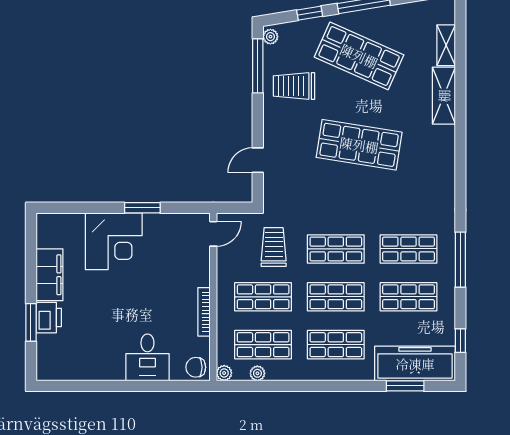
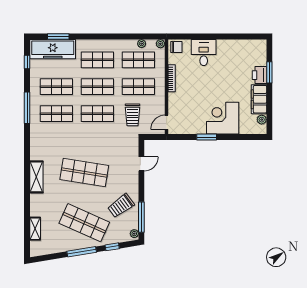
trolley: (294, 86) -> (121, 206), turned 144
shelving: (444, 96) -> (36, 177), moved
plant: (45, 239) -> (262, 120), added

